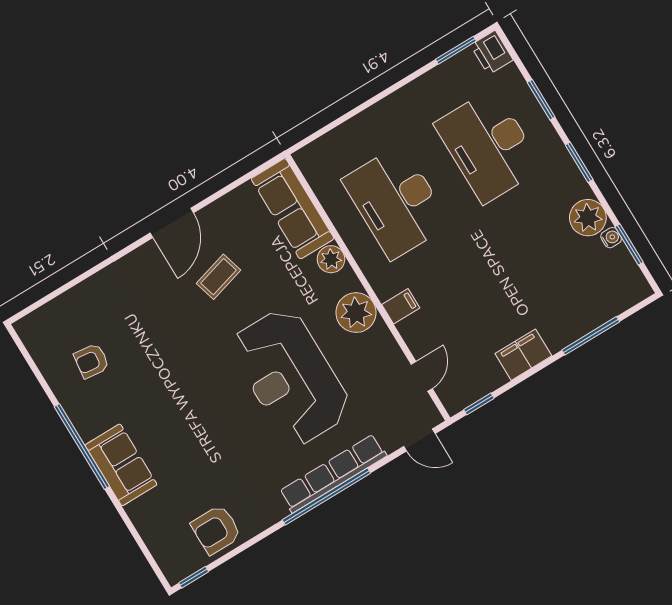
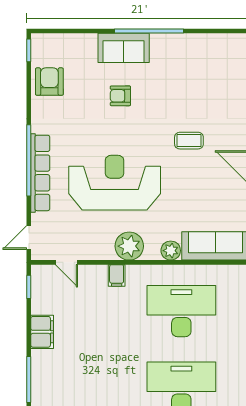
coffee table: (219, 277) -> (189, 141), moved, turned -74
armchair: (91, 361) -> (120, 96), moved, turned -97

